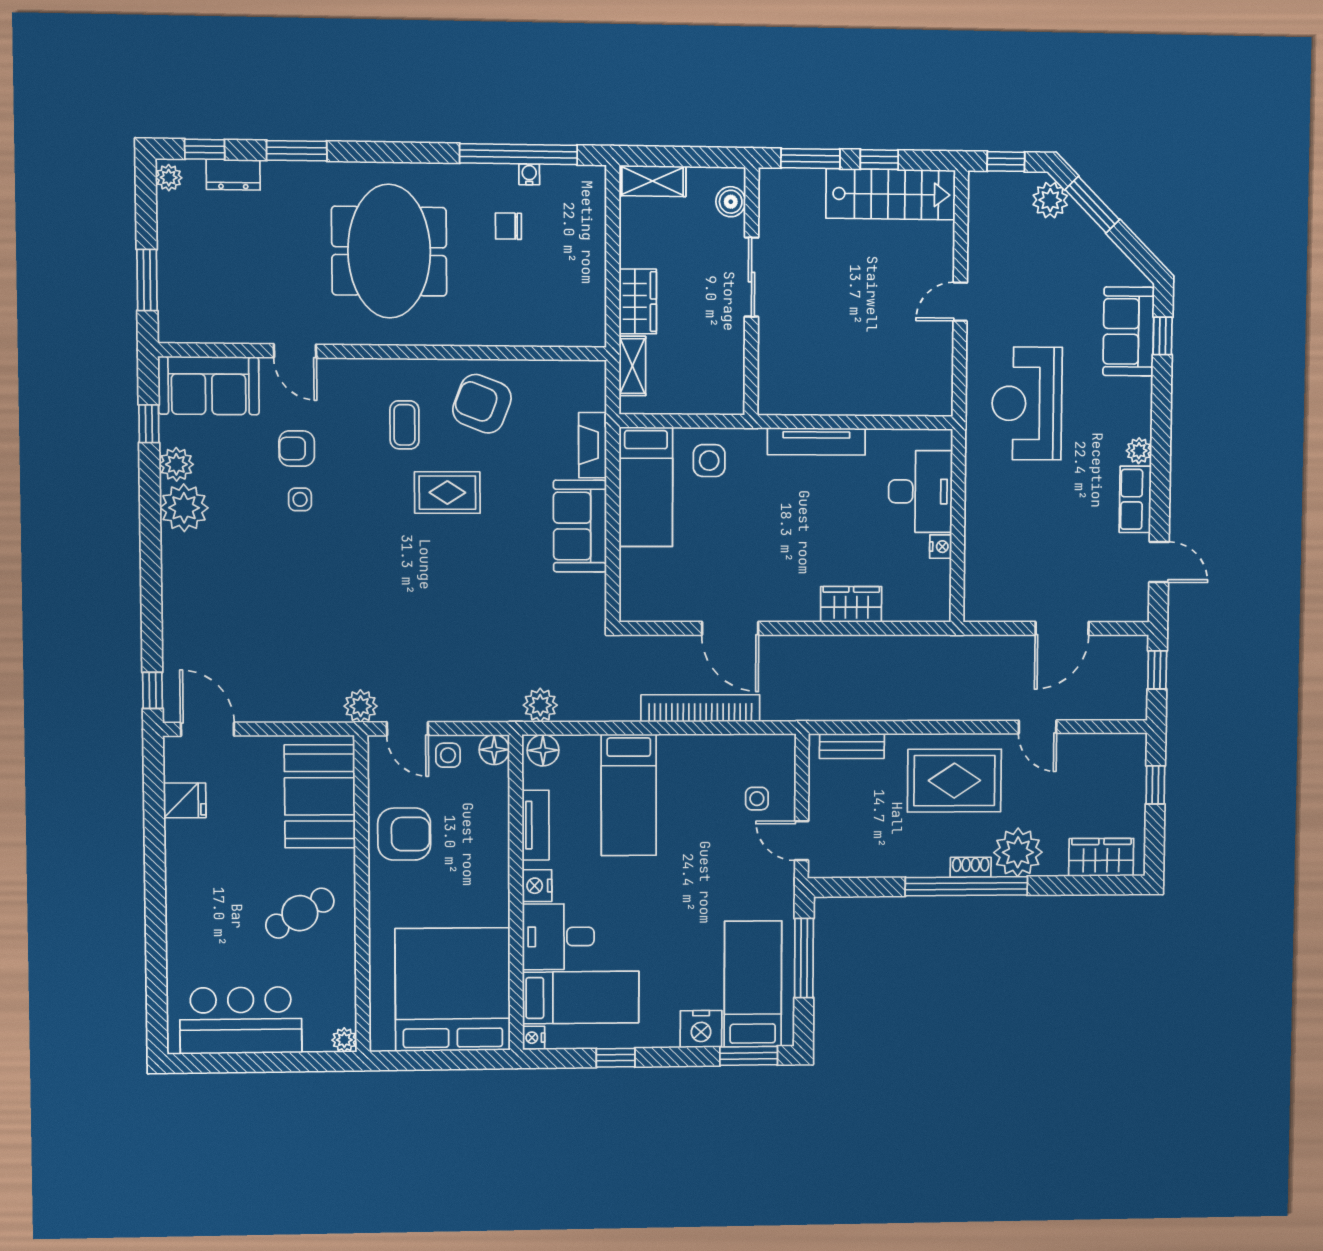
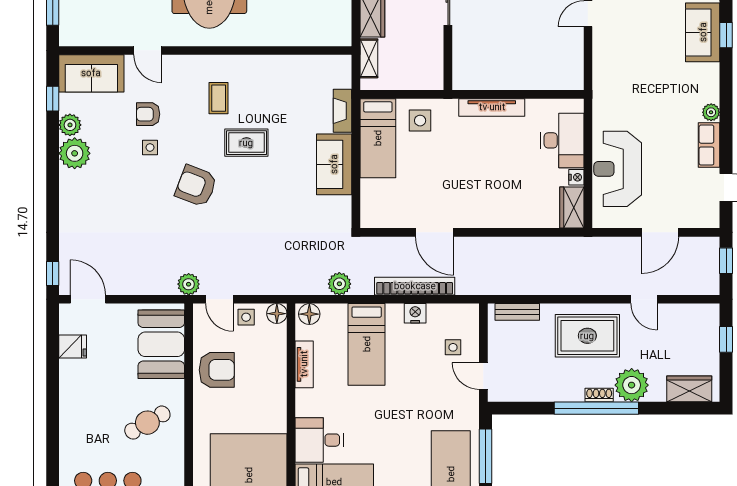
reception desk: (1027, 403) -> (618, 169), moved
armchair: (482, 404) -> (196, 186), moved
wardrobe: (851, 604) -> (572, 207), moved, turned -90
plant: (540, 705) -> (339, 284), moved
nightstand: (537, 886) -> (415, 313), moved, turned 90

